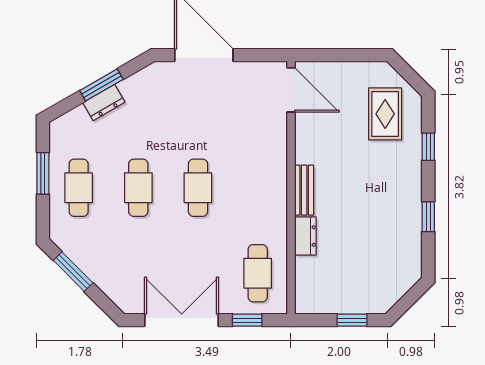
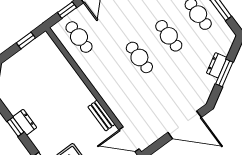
bench: (304, 190) -> (102, 116), moved
dresser: (305, 236) -> (25, 122), moved, turned 180
window: (352, 320) -> (26, 40), moved

